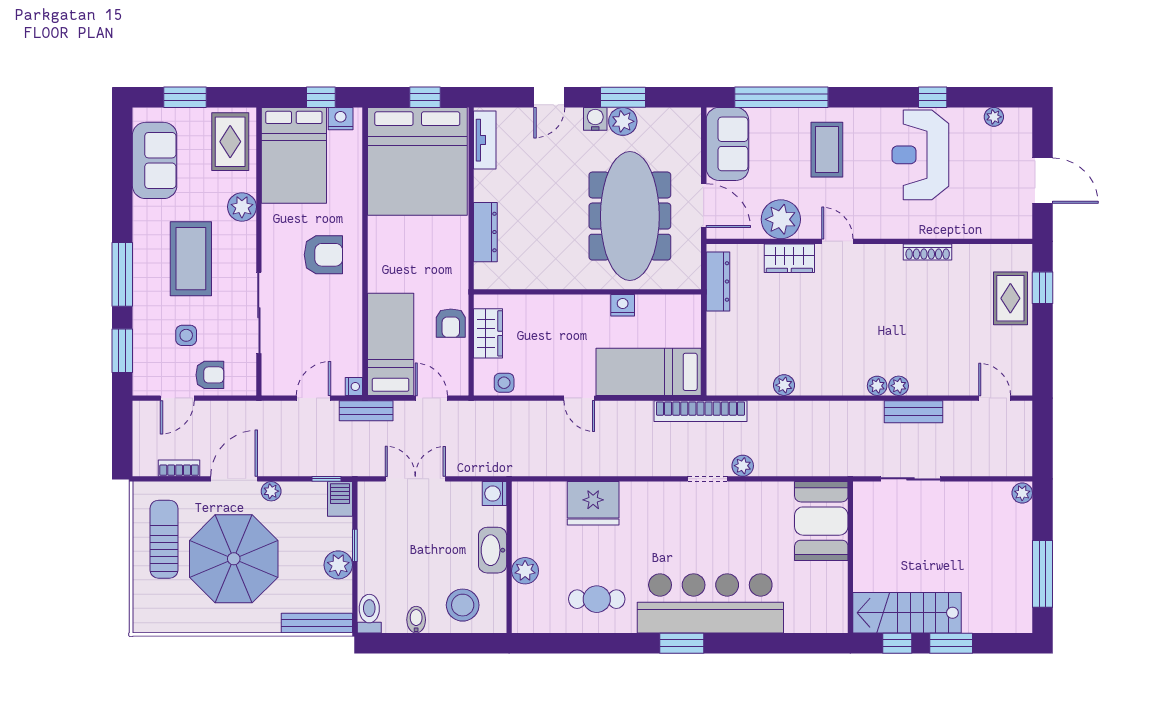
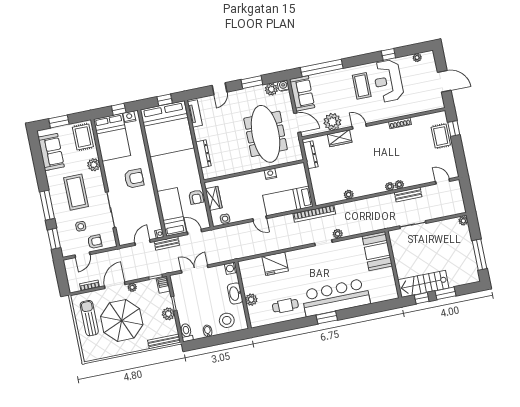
water cooler: (595, 119) -> (283, 86), moved
plant: (623, 121) -> (271, 89), moved
coffee table: (827, 150) -> (362, 86), moved

